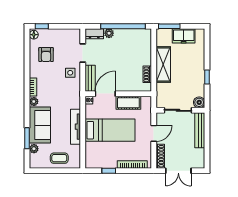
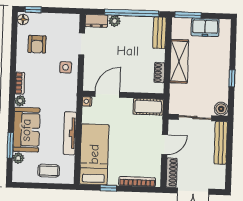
bench: (90, 78) -> (160, 33), moved
cot: (128, 103) -> (148, 107), moved
bed: (110, 130) -> (94, 154), moved, turned -90

